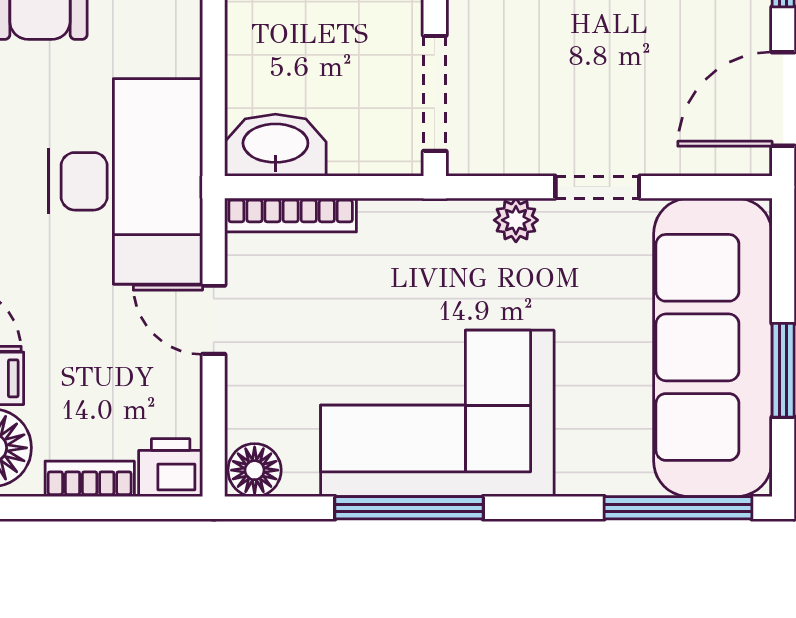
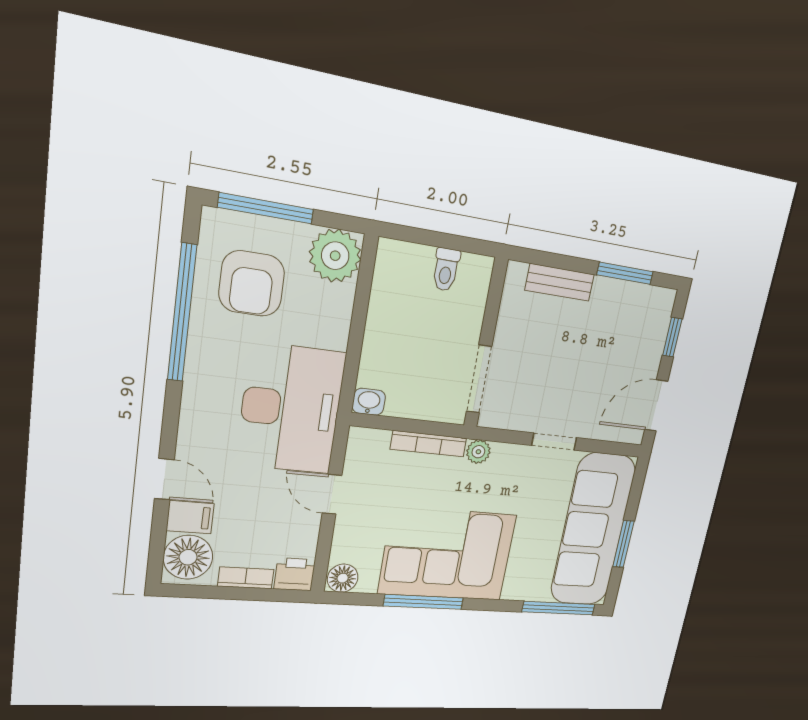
washbasin: (275, 145) -> (369, 402), width x0.52, depth x0.69
bookcase: (291, 215) -> (429, 444), moved
plant: (516, 220) -> (478, 452), moved

